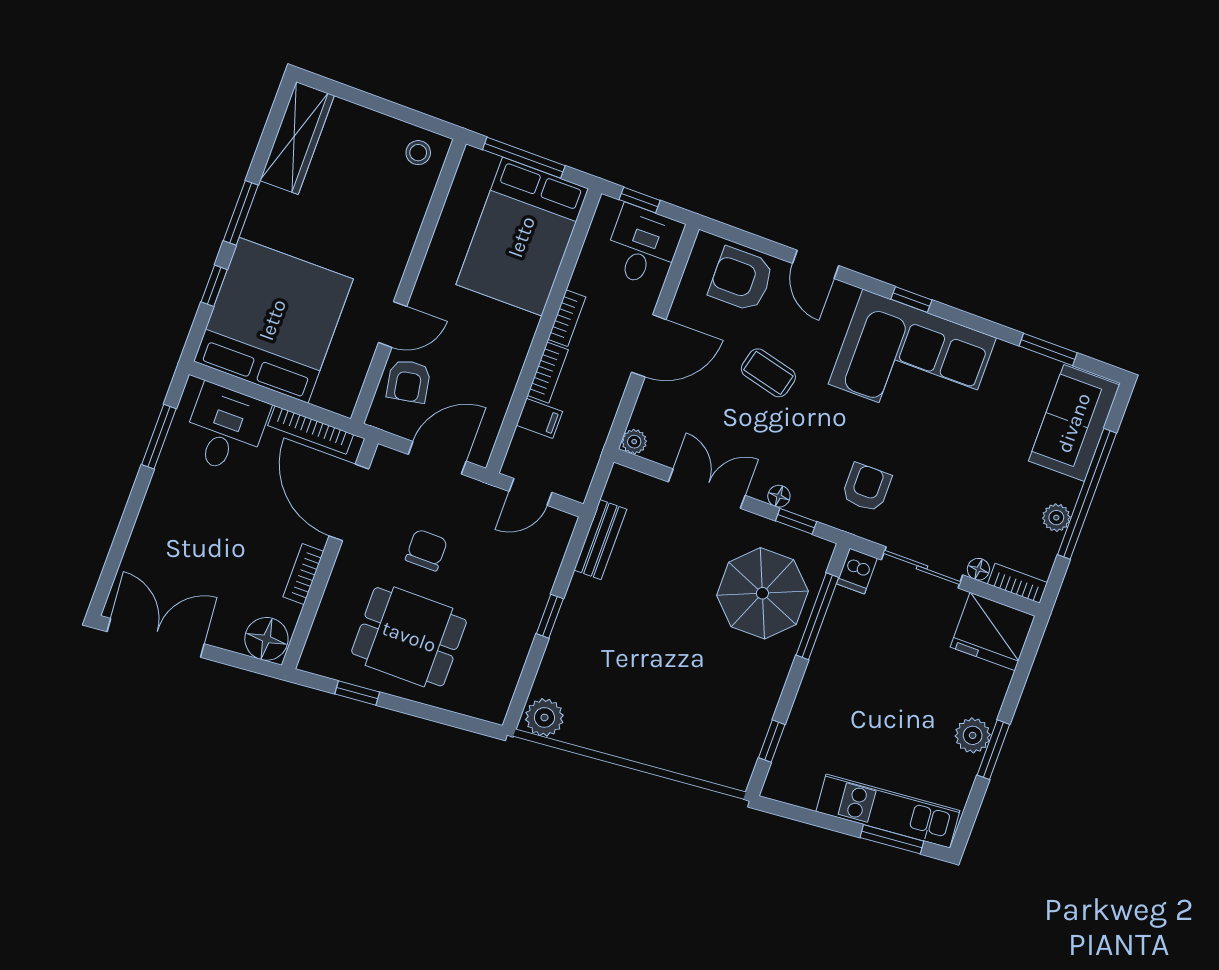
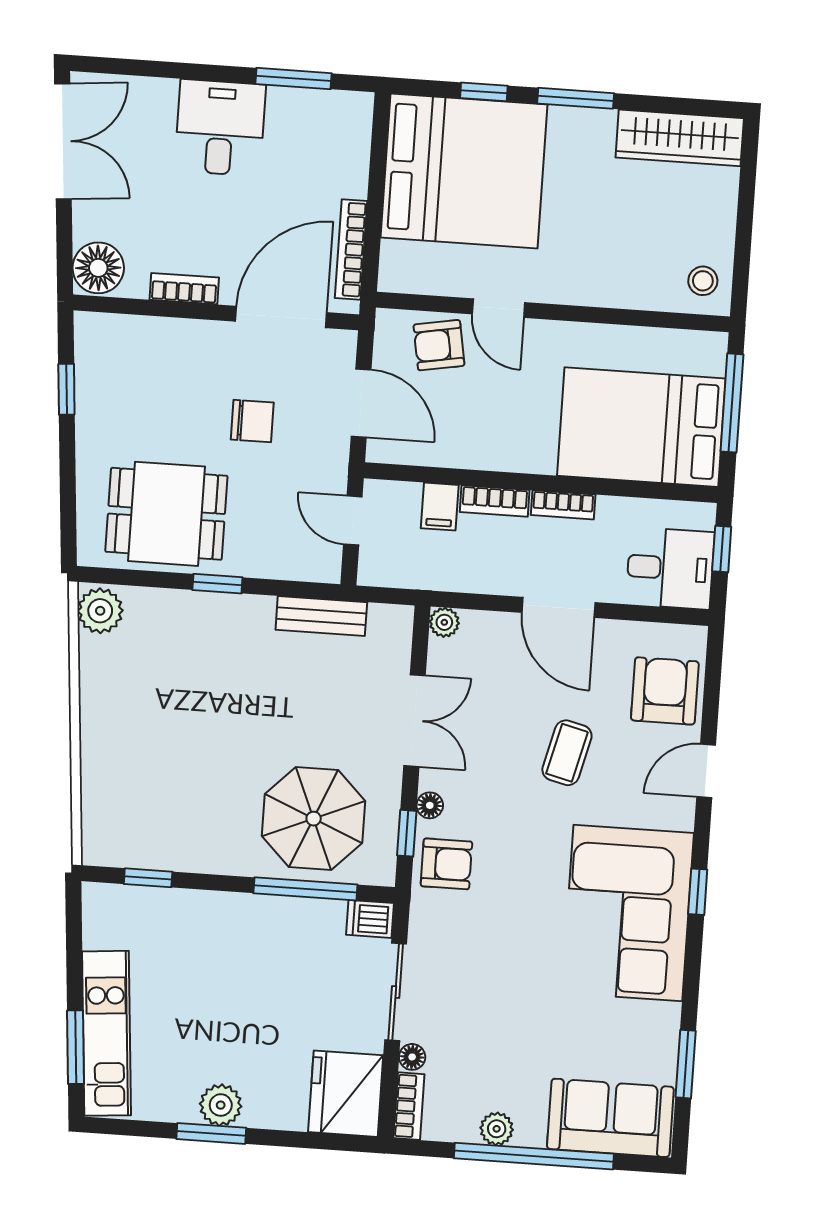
desk: (225, 429) -> (220, 128), moved, turned -90
armchair: (867, 488) -> (446, 864), moved
dining table: (409, 637) -> (166, 514), moved, turned 90

